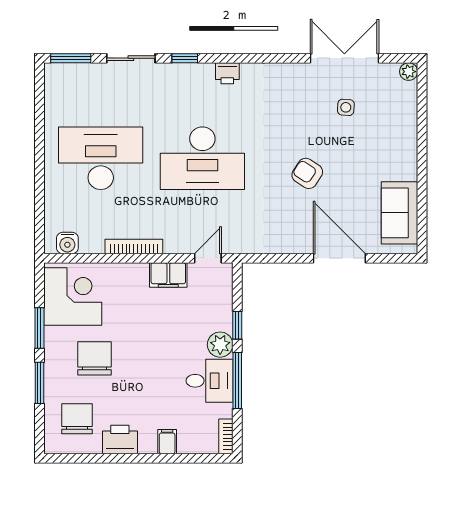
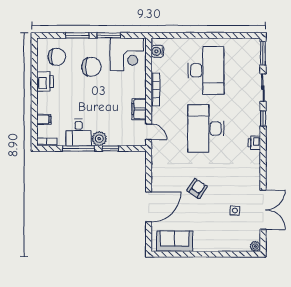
filing cabinet: (167, 442) -> (44, 119), moved

